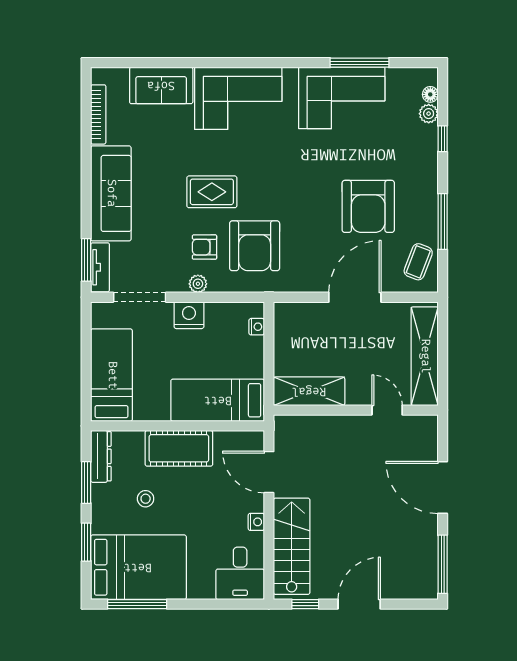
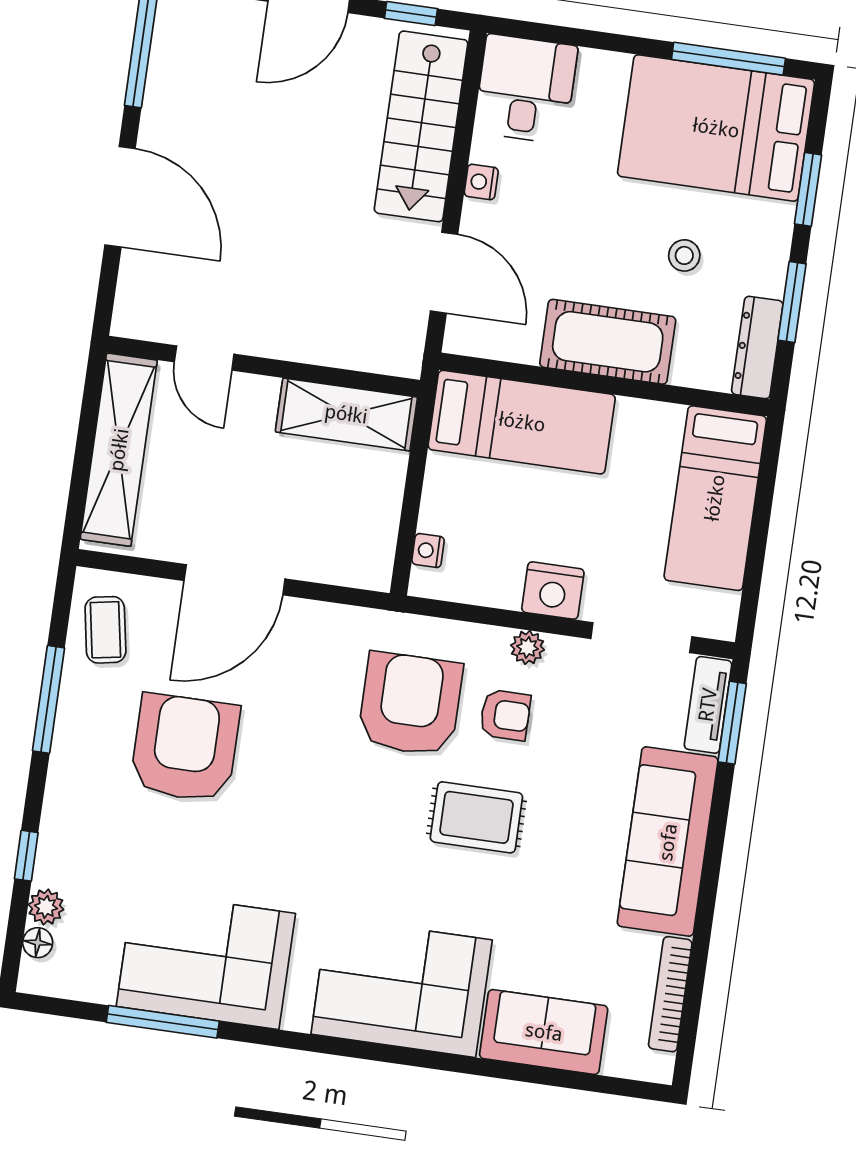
coffee table: (418, 262) -> (105, 630), turned -31

